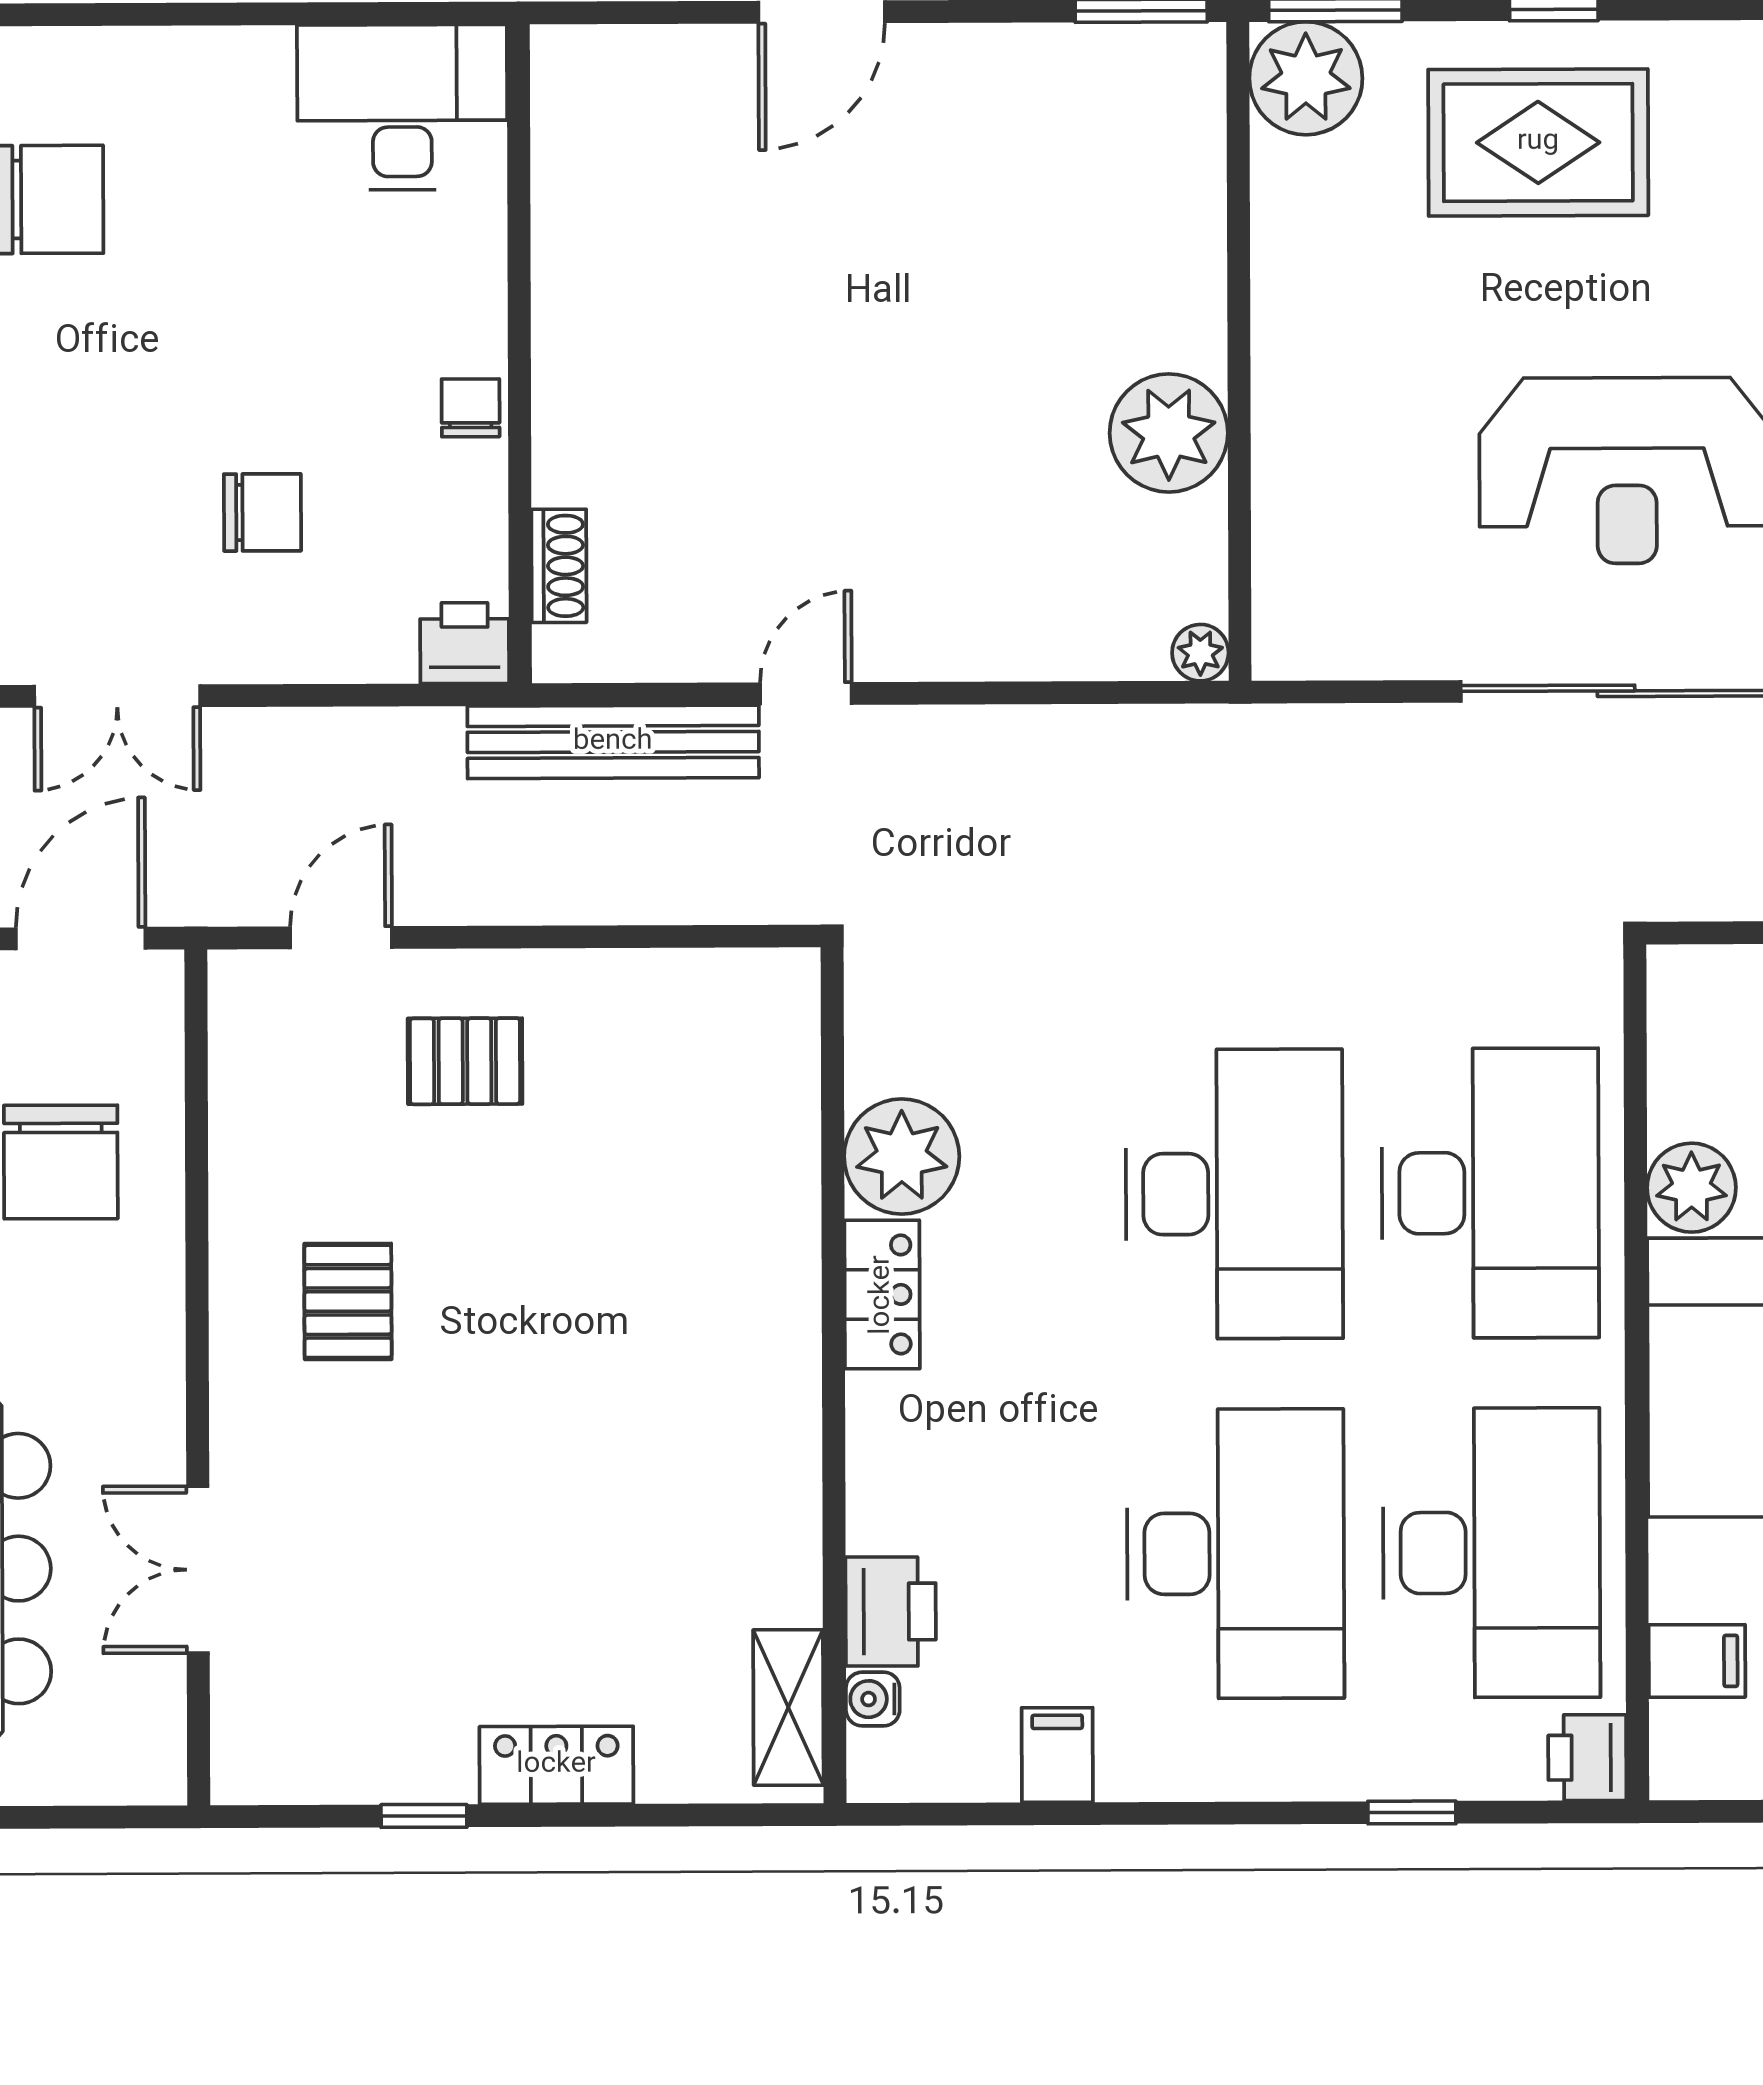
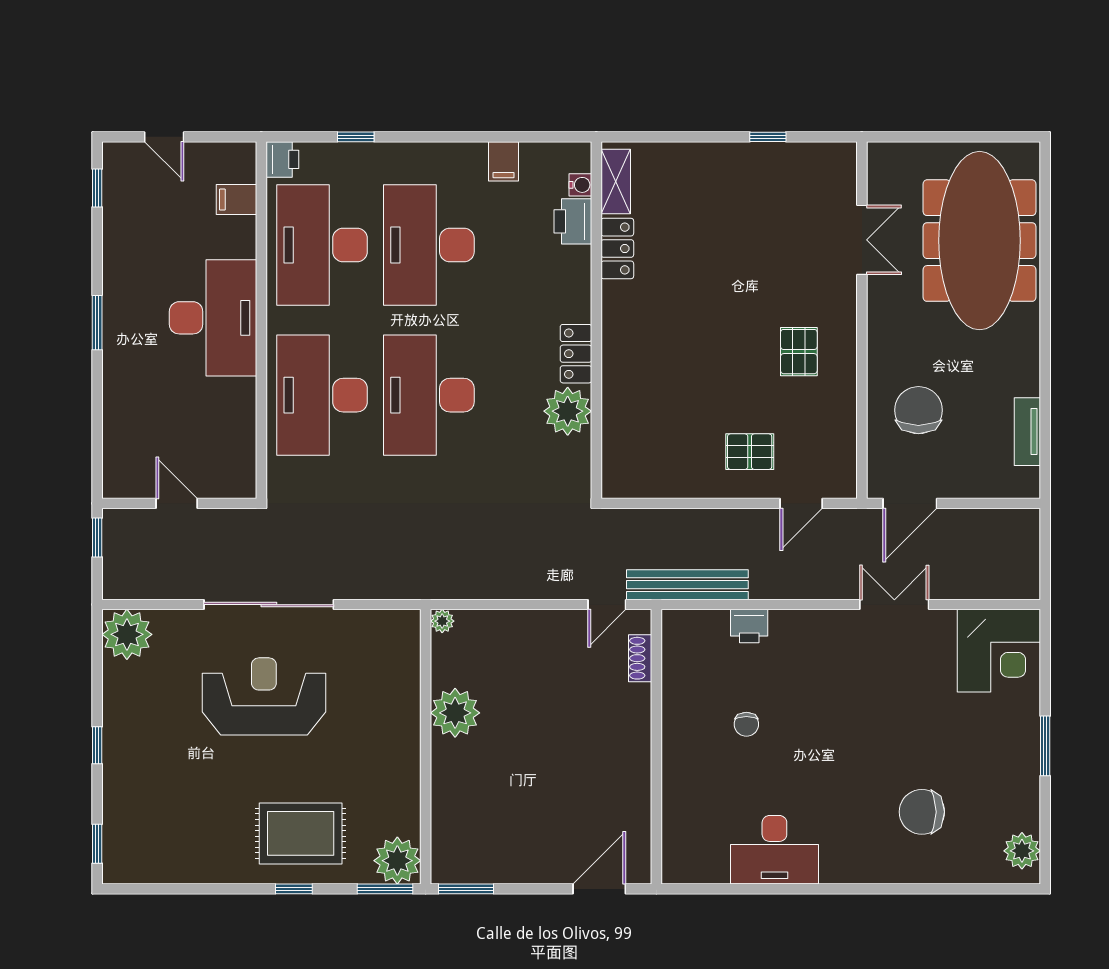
wall: (519, 354) -> (656, 747), moved
chair: (262, 512) -> (833, 681), removed
shoe rack: (559, 566) -> (640, 658), moved
plant: (1691, 1188) -> (238, 397), removed
locker: (556, 1765) -> (617, 249), moved, turned -90

